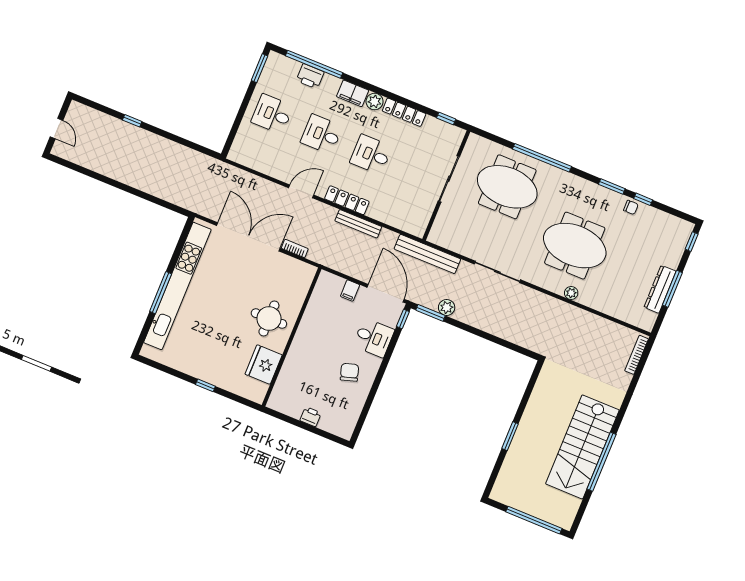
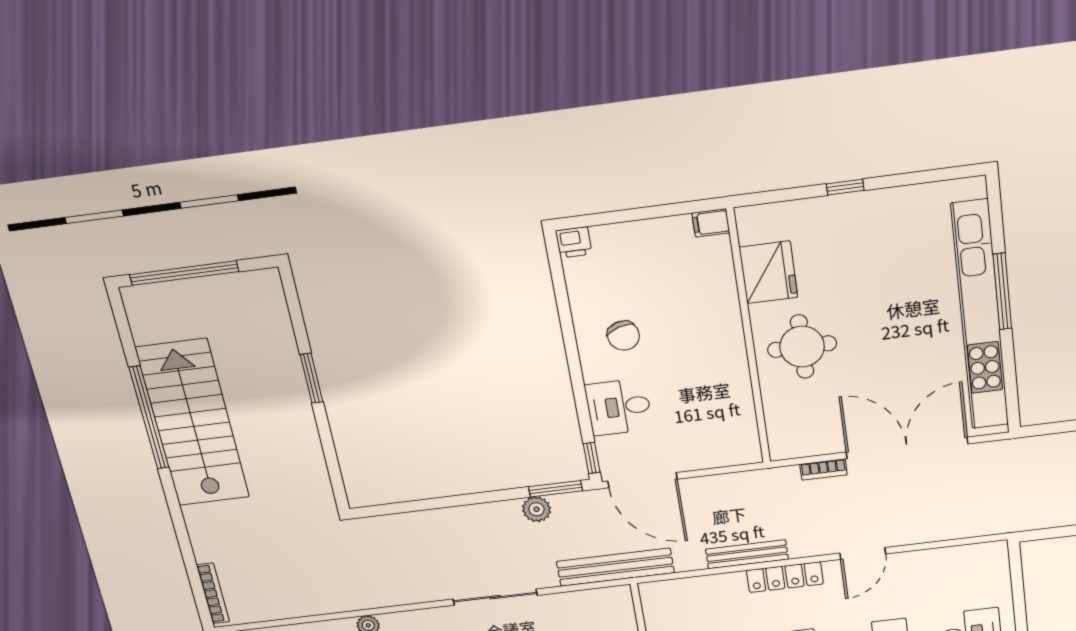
double door: (248, 237) -> (907, 448), swing flipped
filing cabinet: (350, 291) -> (711, 223), moved, turned -90
printer: (311, 417) -> (574, 242), moved

